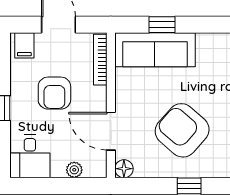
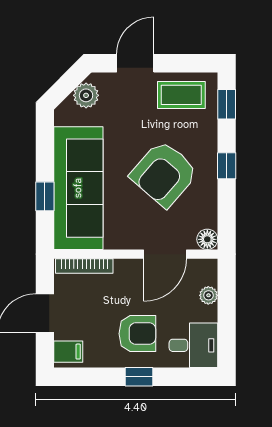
sofa: (155, 50) -> (78, 188), width x1.36, depth x1.27
armchair: (54, 93) -> (137, 334), moved

